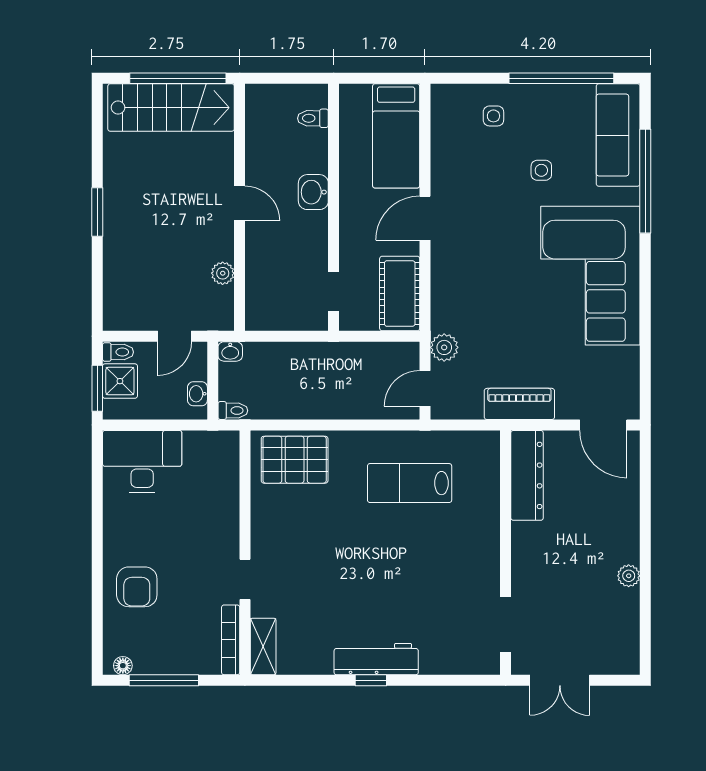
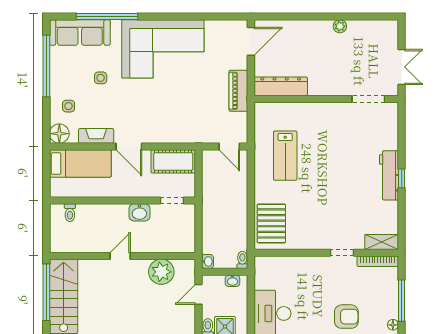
floor lamp: (447, 100) -> (59, 134), added
fireplace: (443, 163) -> (96, 136), added
washbasin: (313, 192) -> (139, 212), moved
plant: (223, 273) -> (161, 272), width x1.88, depth x1.88
door: (174, 336) -> (199, 294), swing flipped
plant: (444, 347) -> (205, 135), removed

